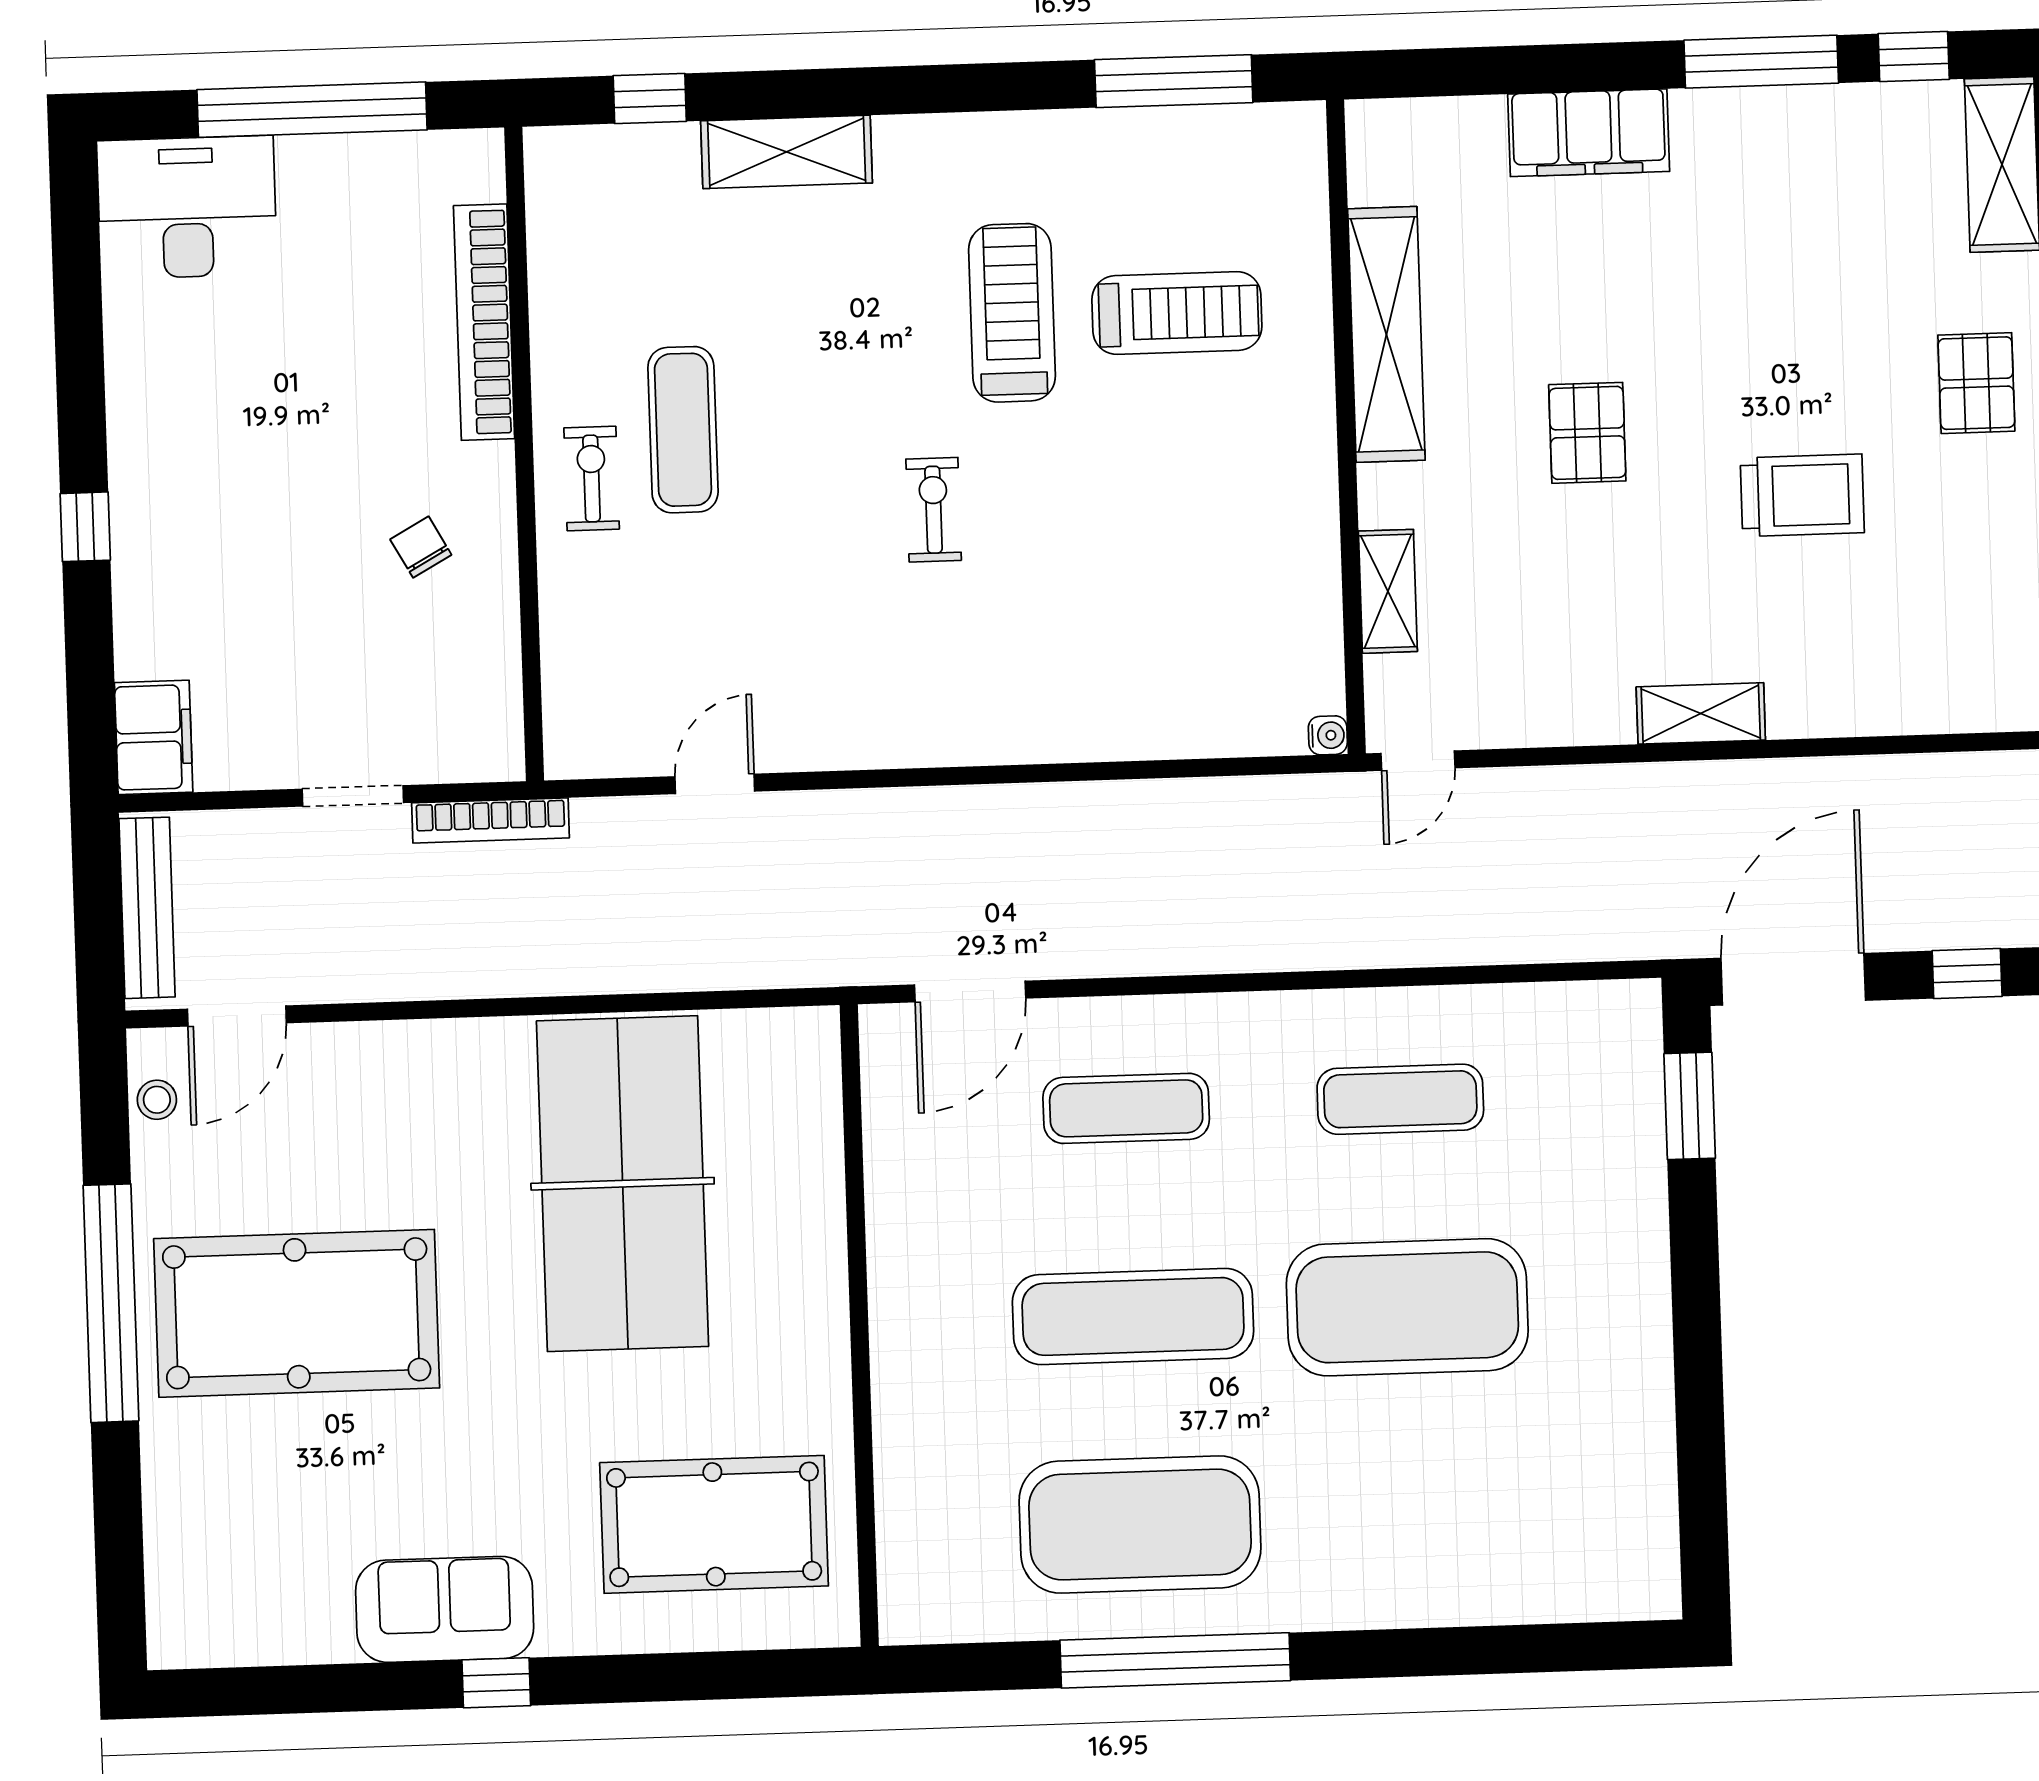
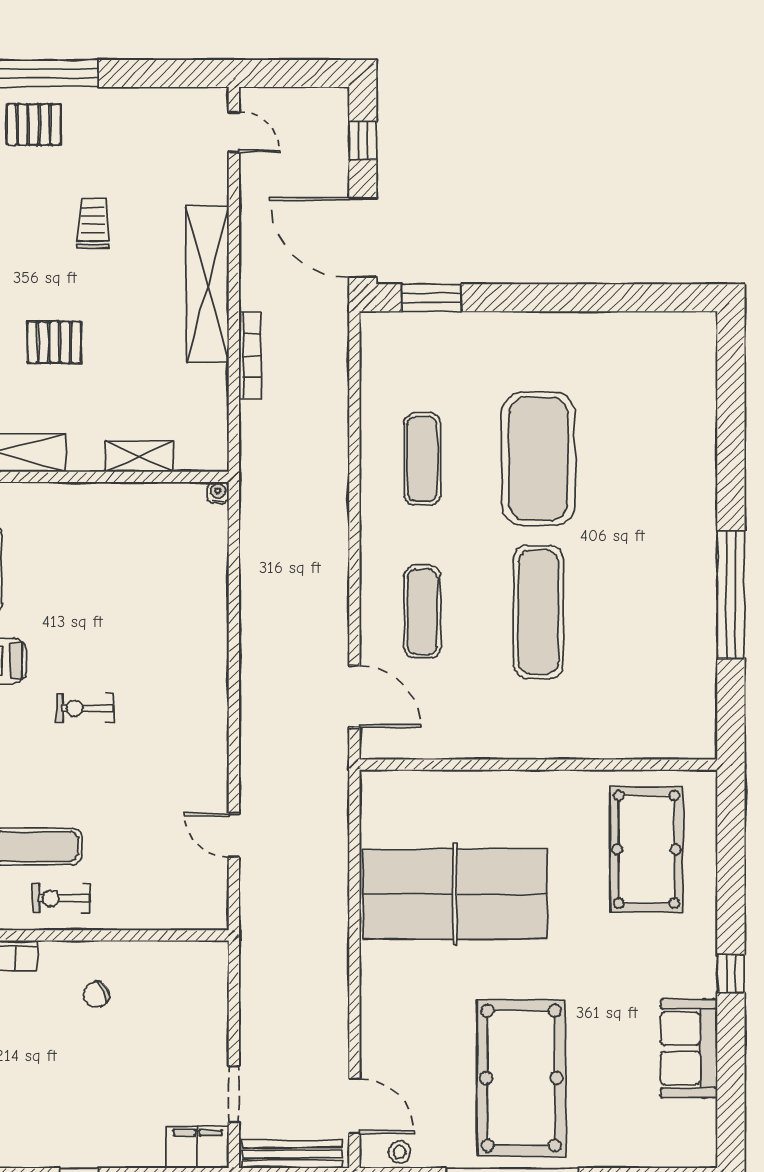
trolley: (1802, 495) -> (93, 224), width x0.73, depth x0.72
shelving: (1701, 713) -> (207, 284), width x2.20, depth x1.33
door: (1418, 761) -> (234, 132), moved
doorway: (353, 796) -> (234, 1094), moved
bookcase: (490, 820) -> (250, 356), moved
exercise mat: (1140, 1525) -> (655, 612), removed
sofa: (445, 1609) -> (689, 1048), moved

